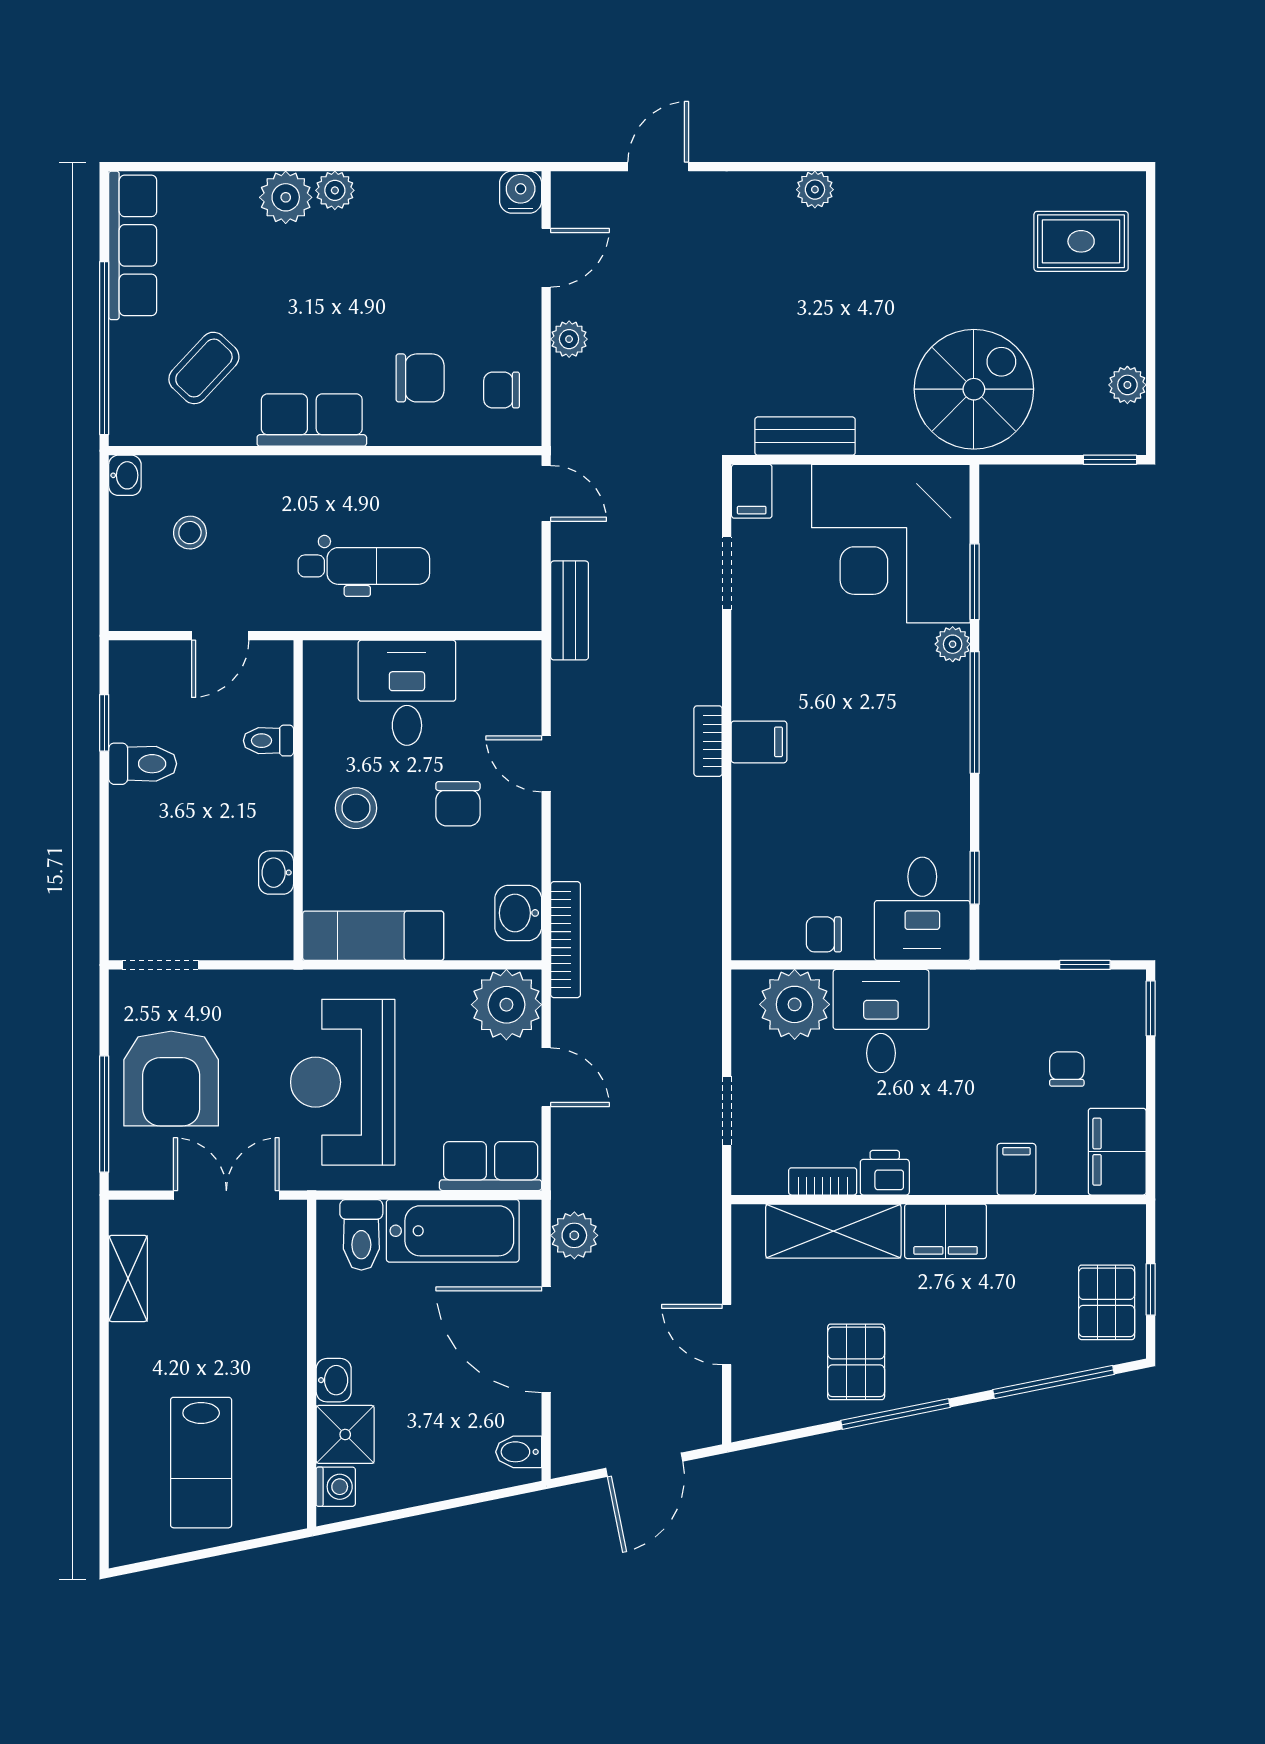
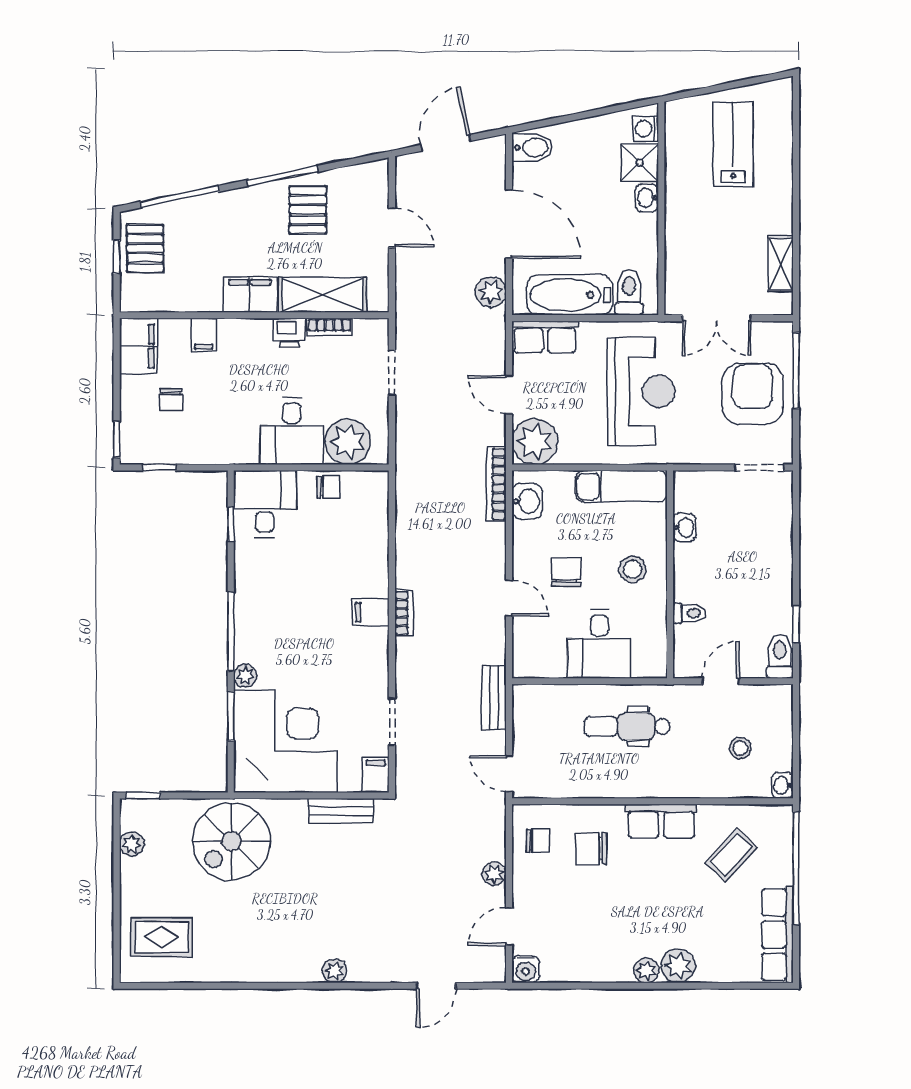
toilet: (143, 764) -> (780, 656), moved, turned 90
bidet: (519, 1452) -> (532, 148), width x1.38, depth x1.36

